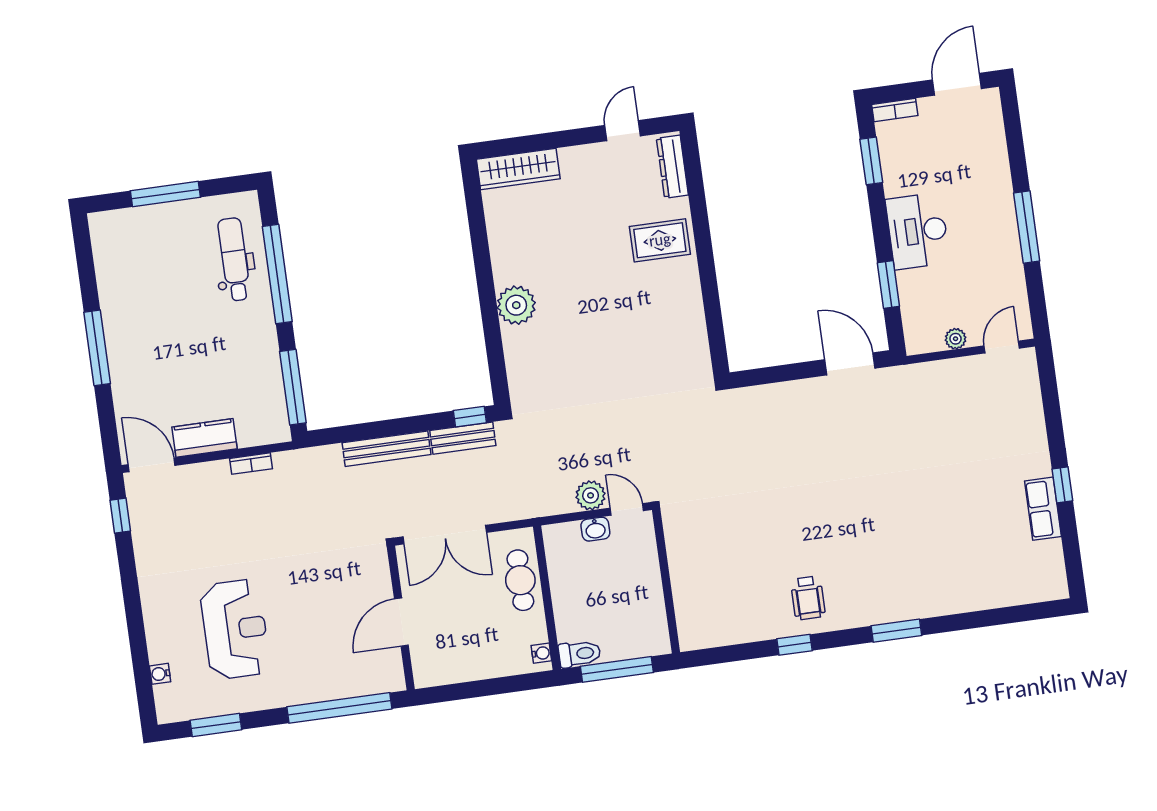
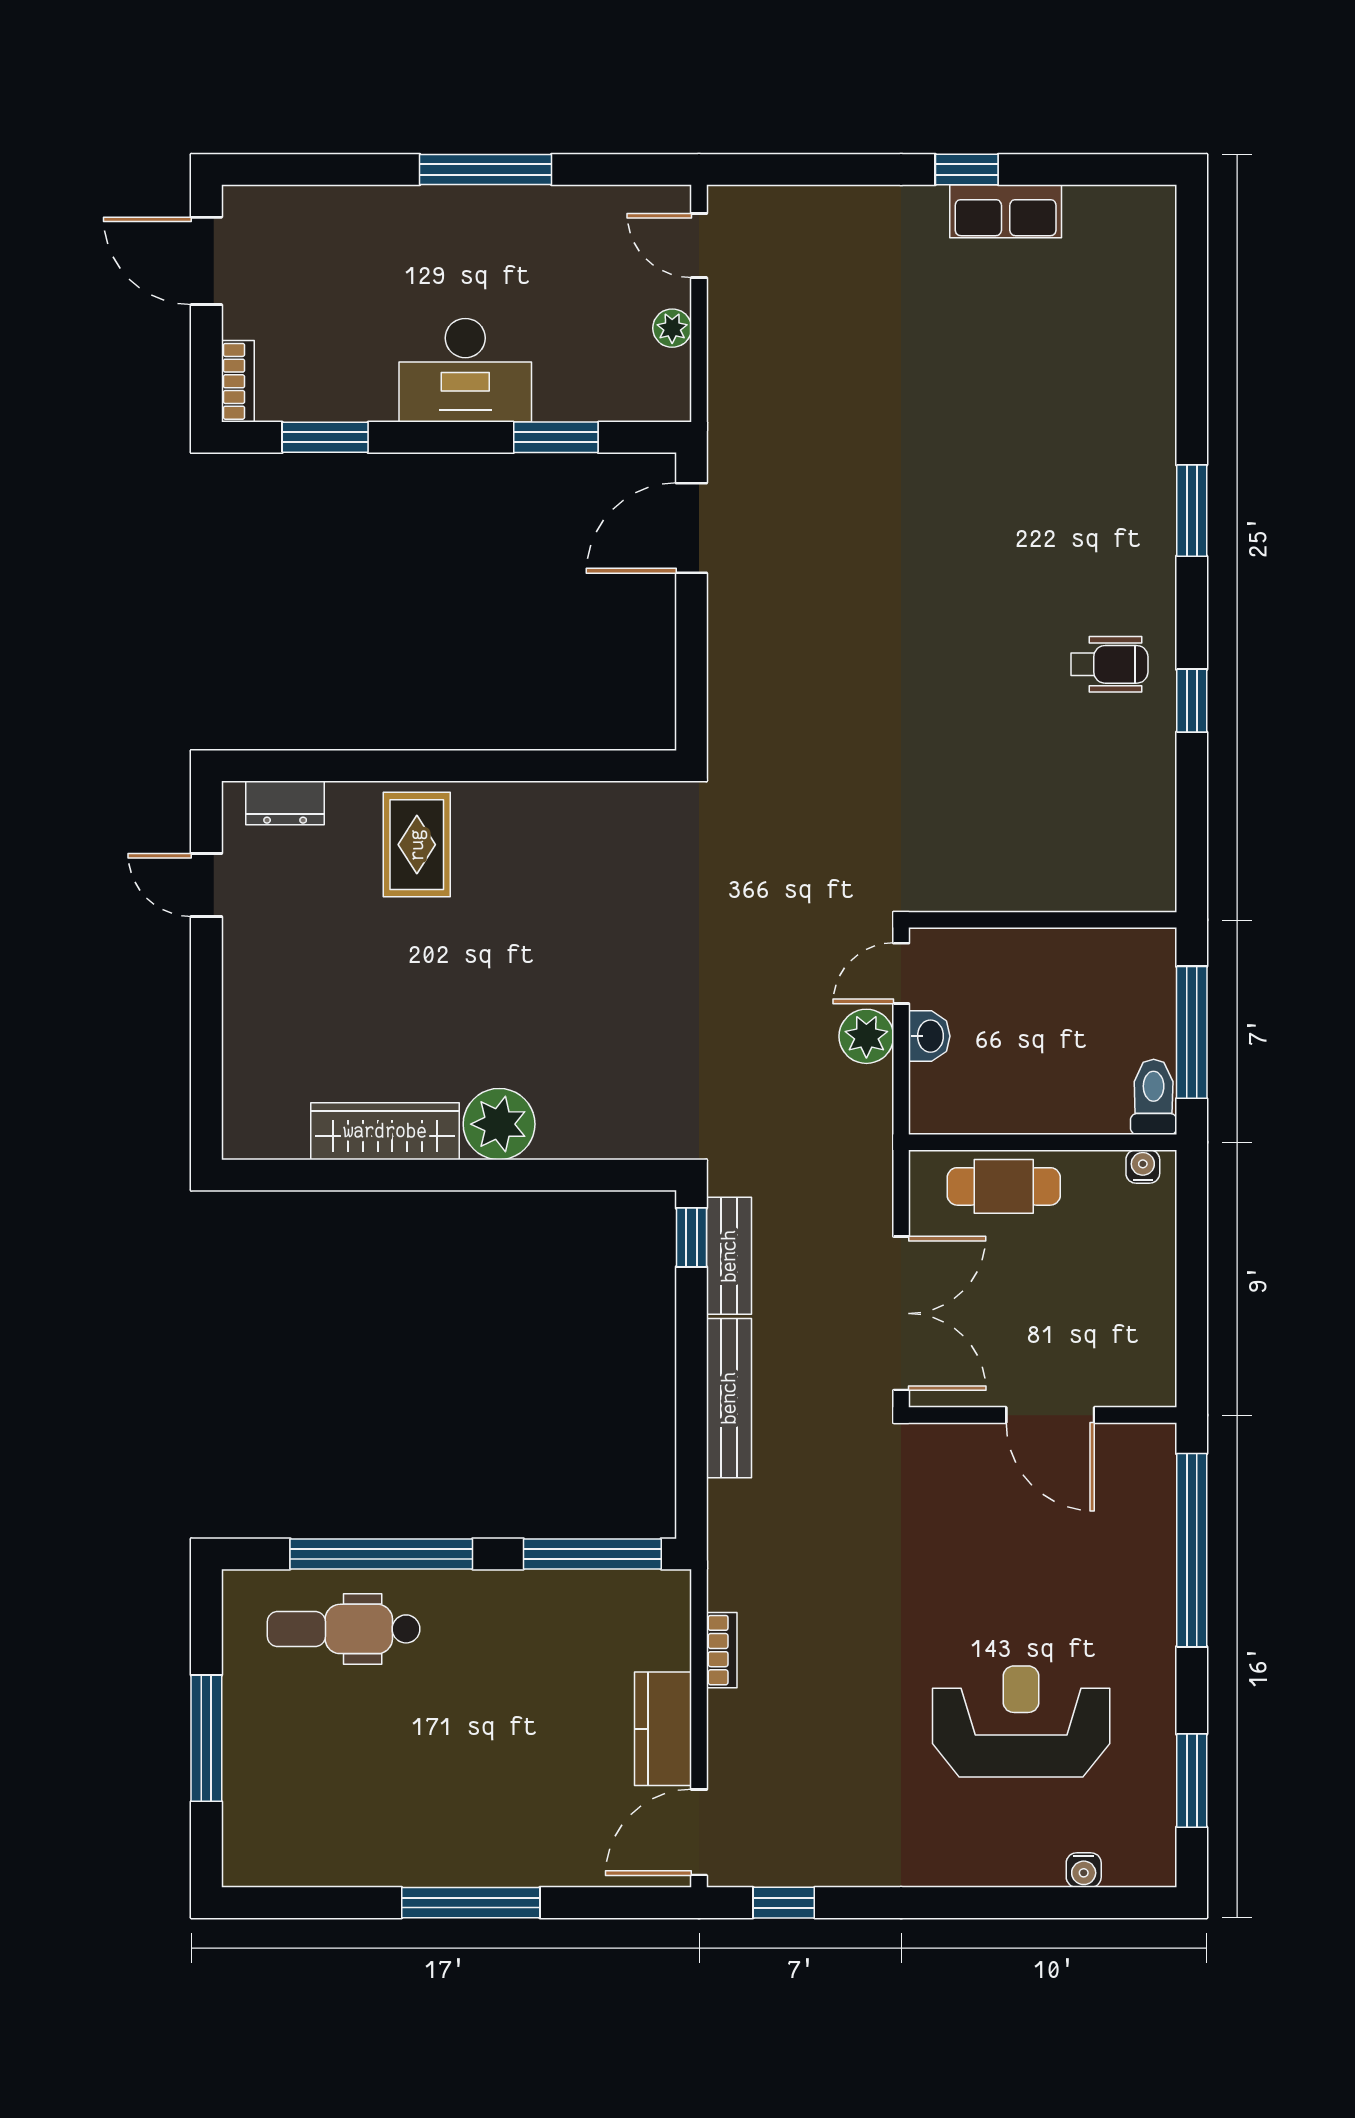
dresser: (672, 167) -> (285, 803), width x0.70
wardrobe: (518, 169) -> (385, 1131), moved, turned -90

